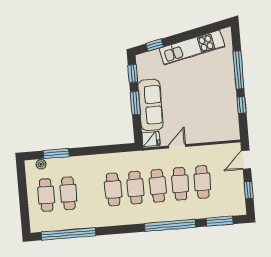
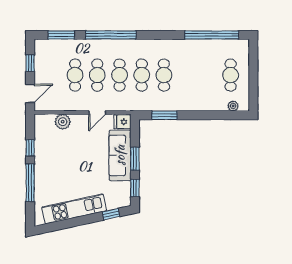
plant: (211, 134) -> (63, 122), added
window: (56, 154) -> (164, 115), moved
cafe table: (68, 193) -> (208, 75), removed

